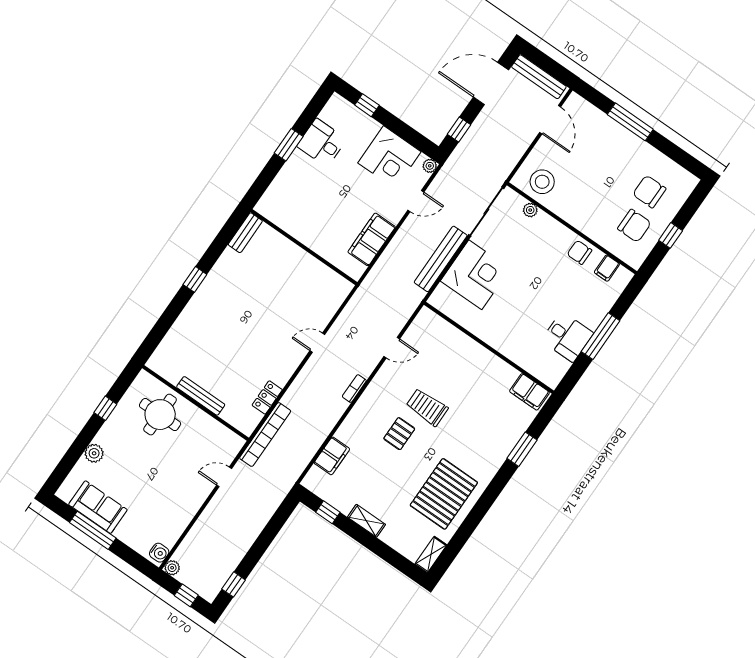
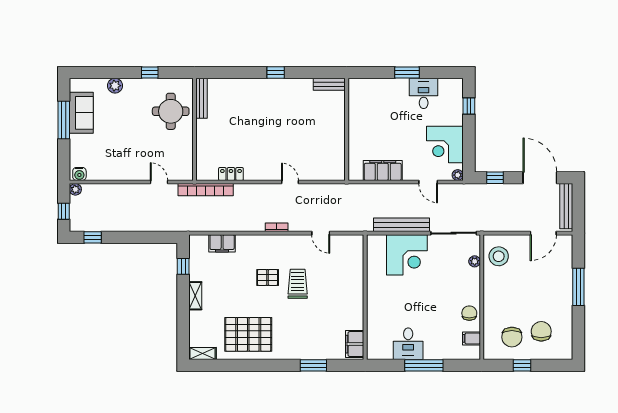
bench: (201, 396) -> (202, 98), moved

